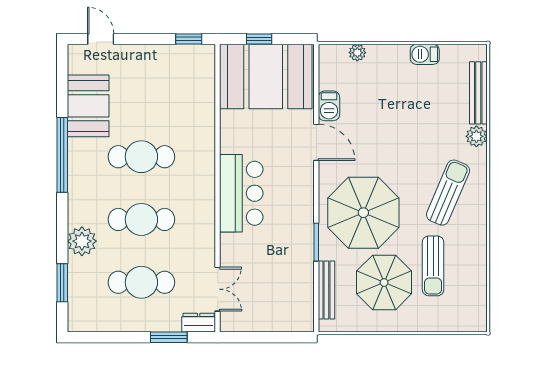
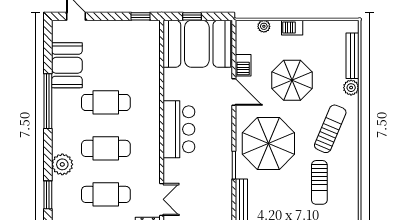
barbecue: (425, 54) -> (292, 28), moved
parasol: (384, 282) -> (292, 80), moved

